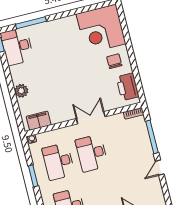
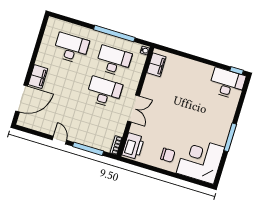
window: (31, 23) -> (230, 137), moved
printer: (128, 87) -> (133, 146), moved, turned 90
plant: (21, 91) -> (189, 65), removed
window: (33, 176) -> (114, 34), width x2.11

